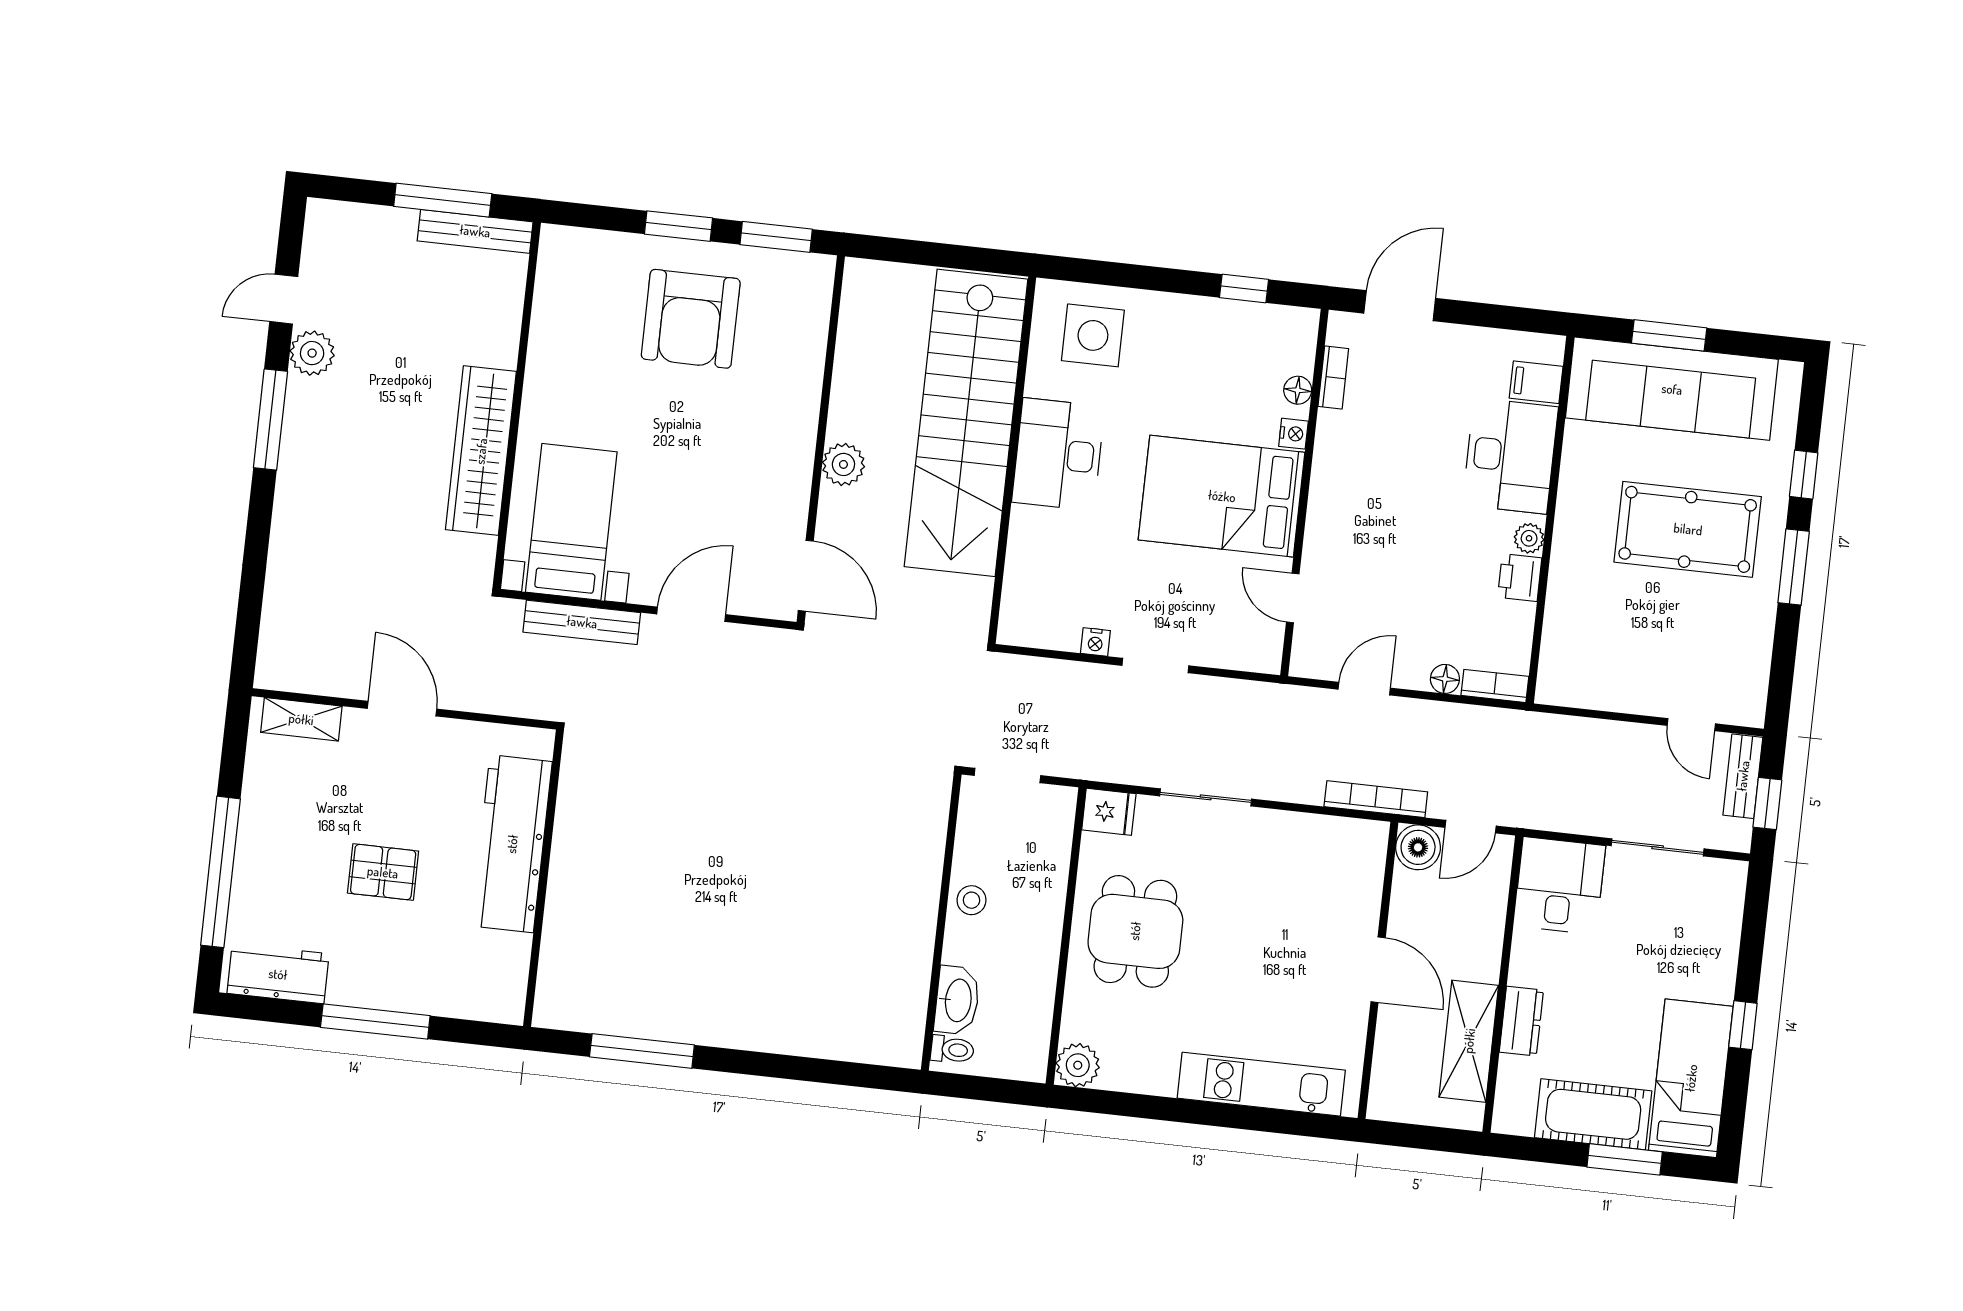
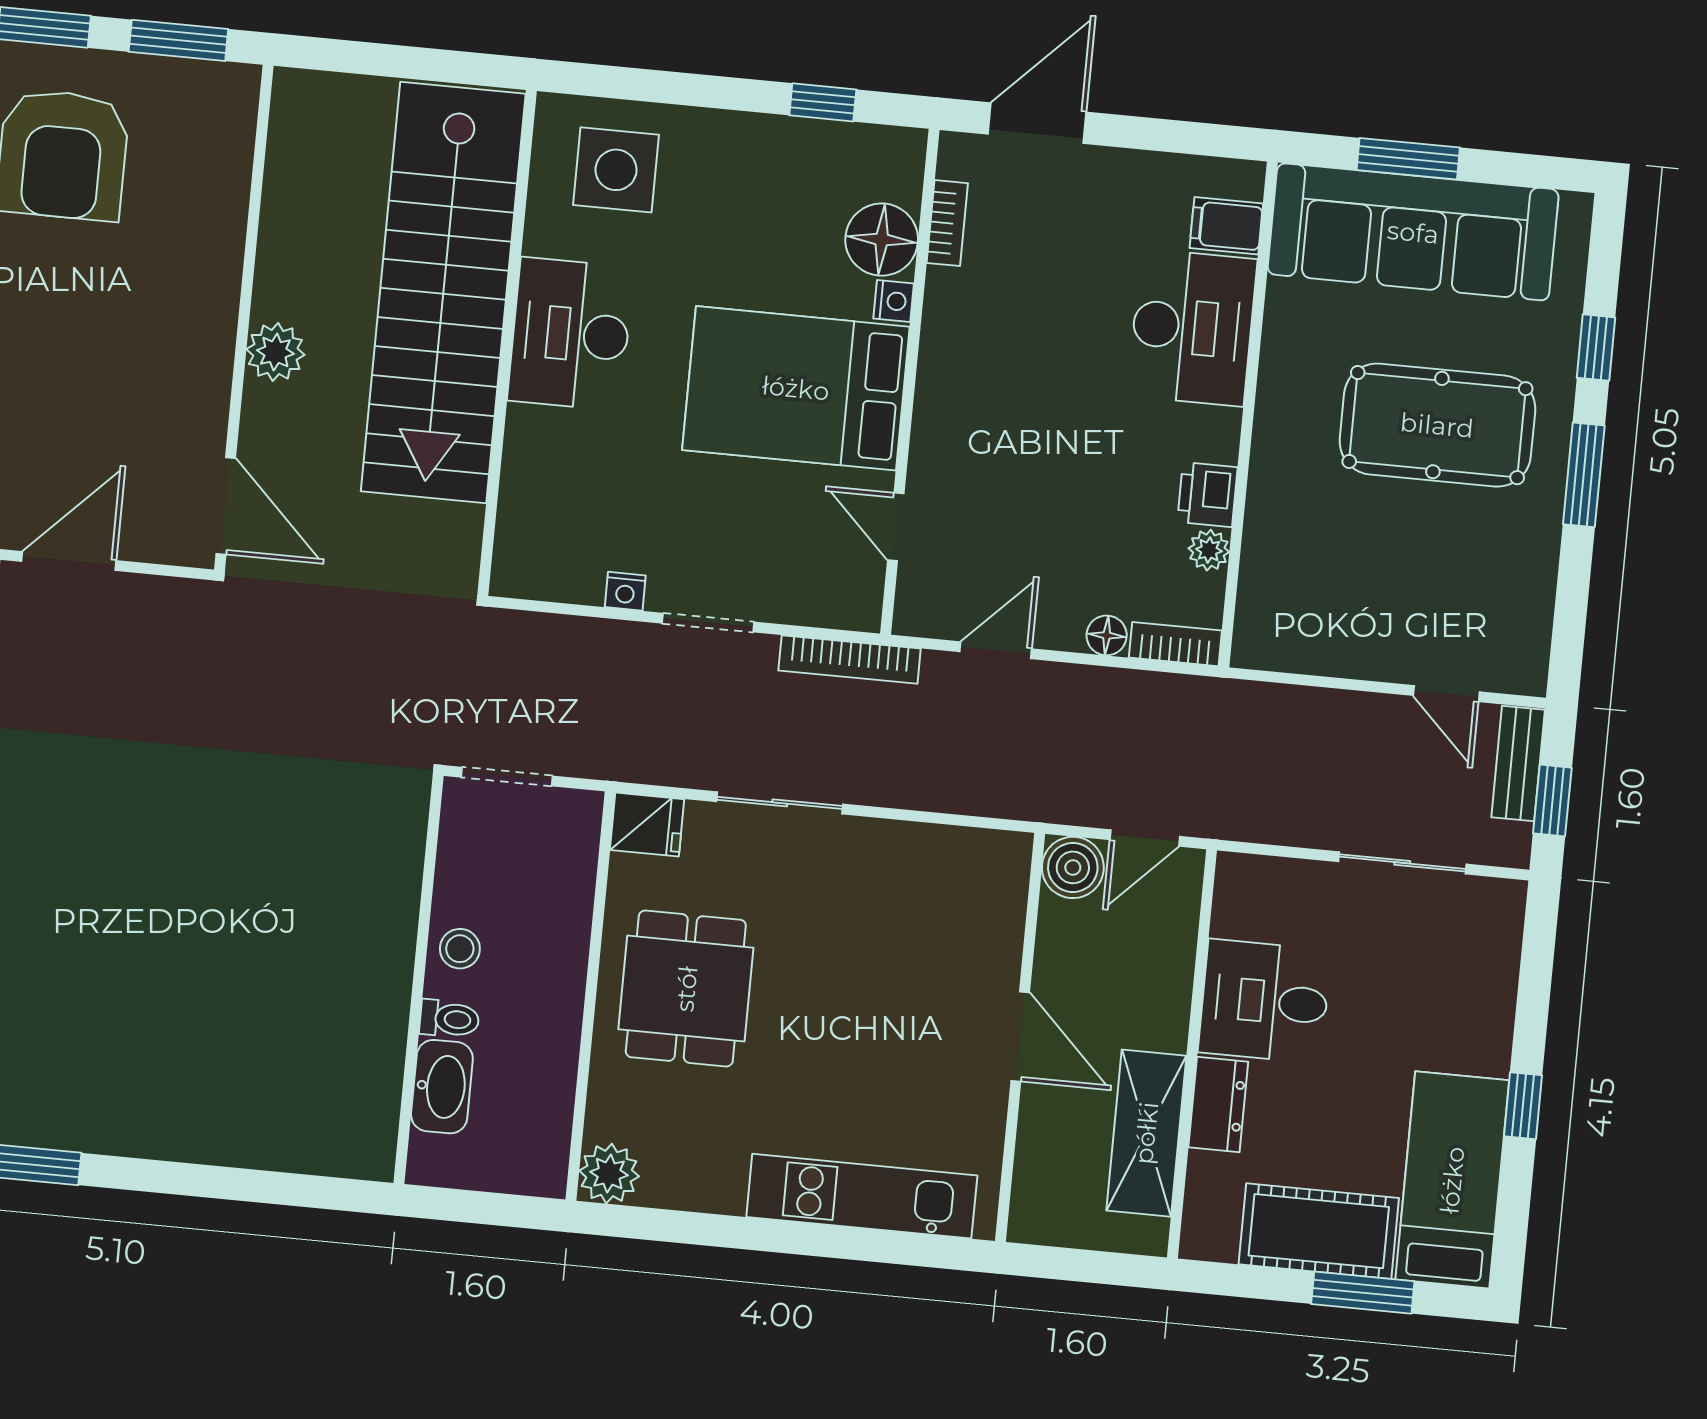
floor lamp: (1298, 390) -> (882, 240), width x1.89, depth x1.89
plant: (1529, 538) -> (1209, 550), moved
bookcase: (1376, 799) -> (850, 660), moved, turned 180
desk: (1560, 886) -> (1265, 1001), moved, turned -90
toilet: (952, 1050) -> (449, 1019), moved

